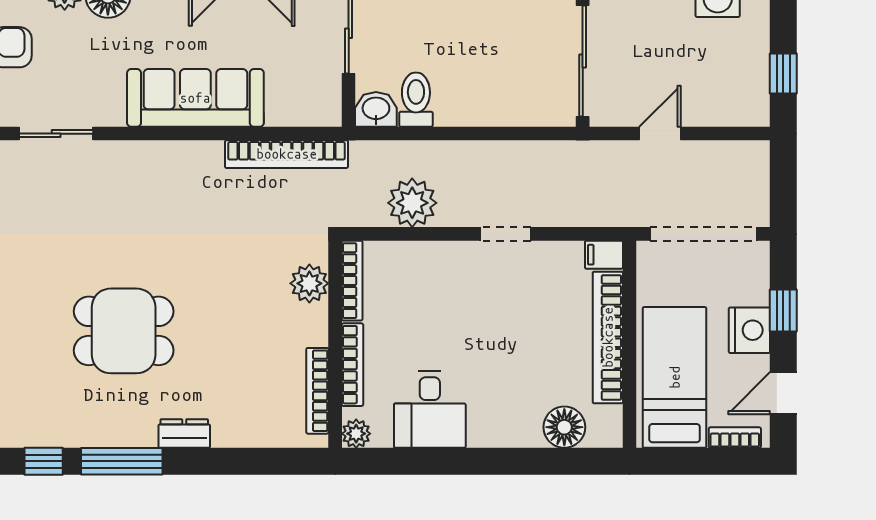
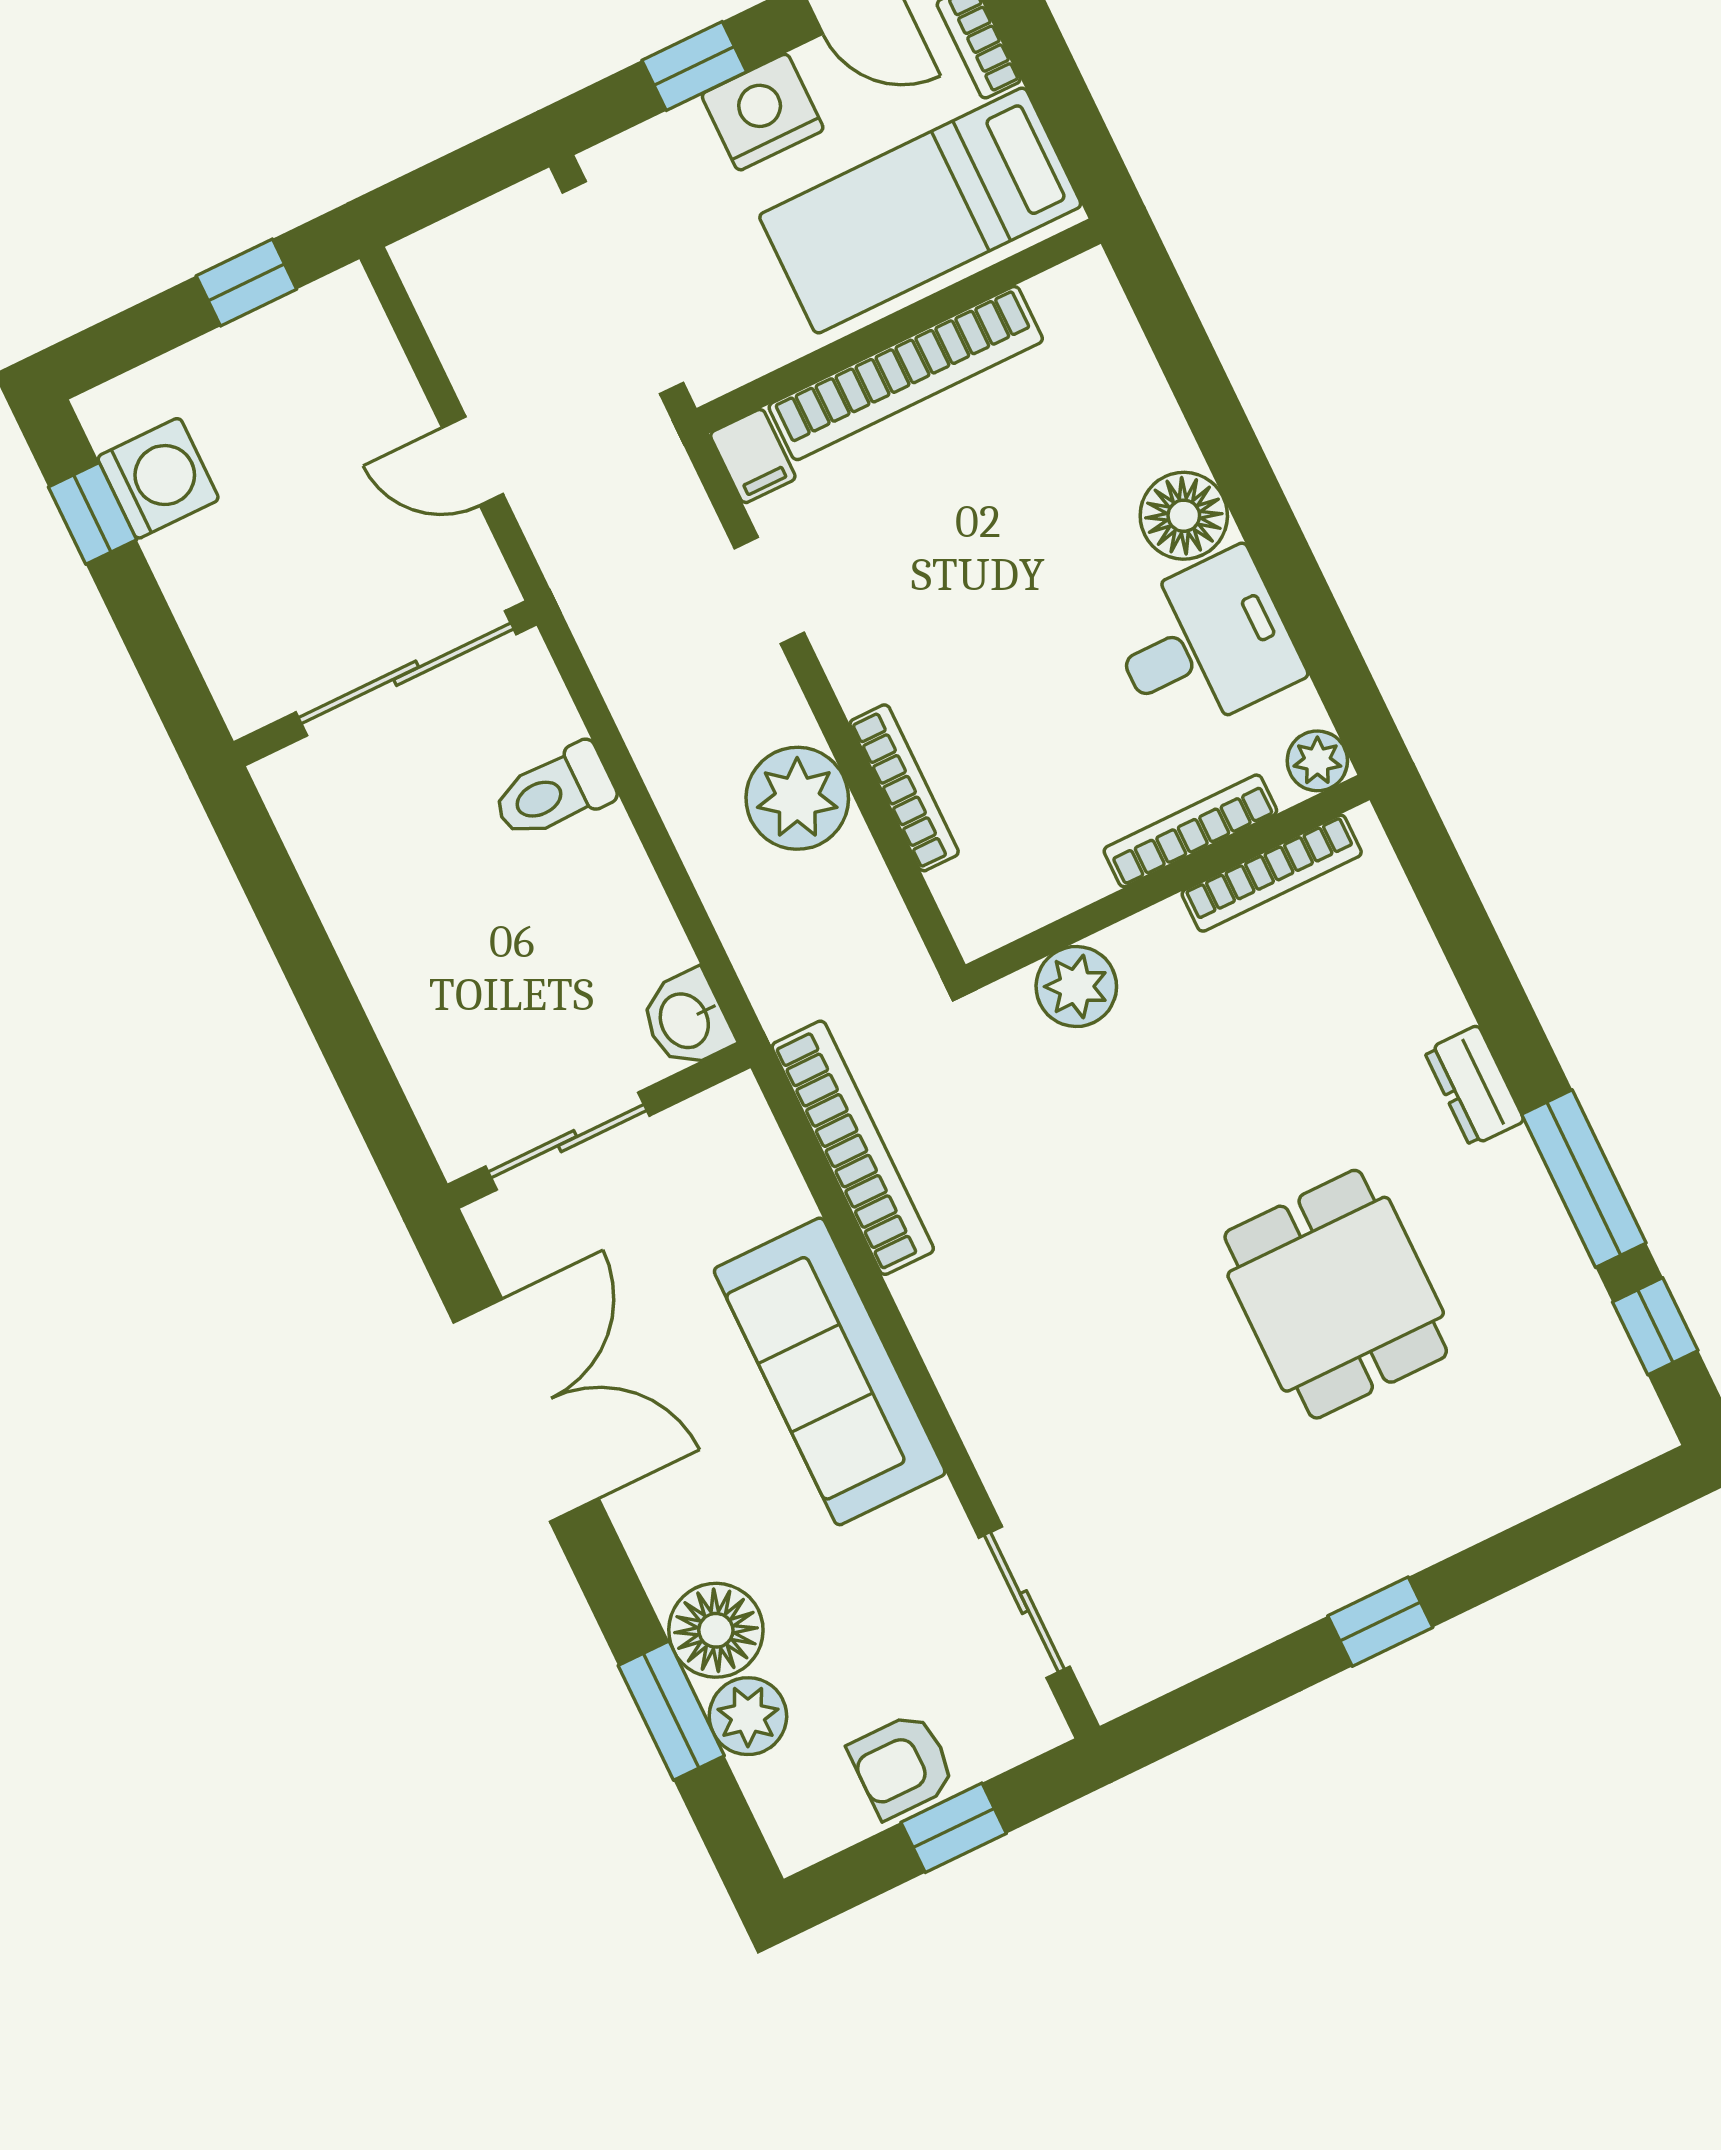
toilet: (416, 100) -> (553, 792), moved
plant: (412, 203) -> (797, 798), moved
doorway: (505, 234) -> (769, 590), moved
bookcase: (352, 281) -> (904, 788), moved, turned 90
floor lamp: (564, 427) -> (1184, 516), moved

